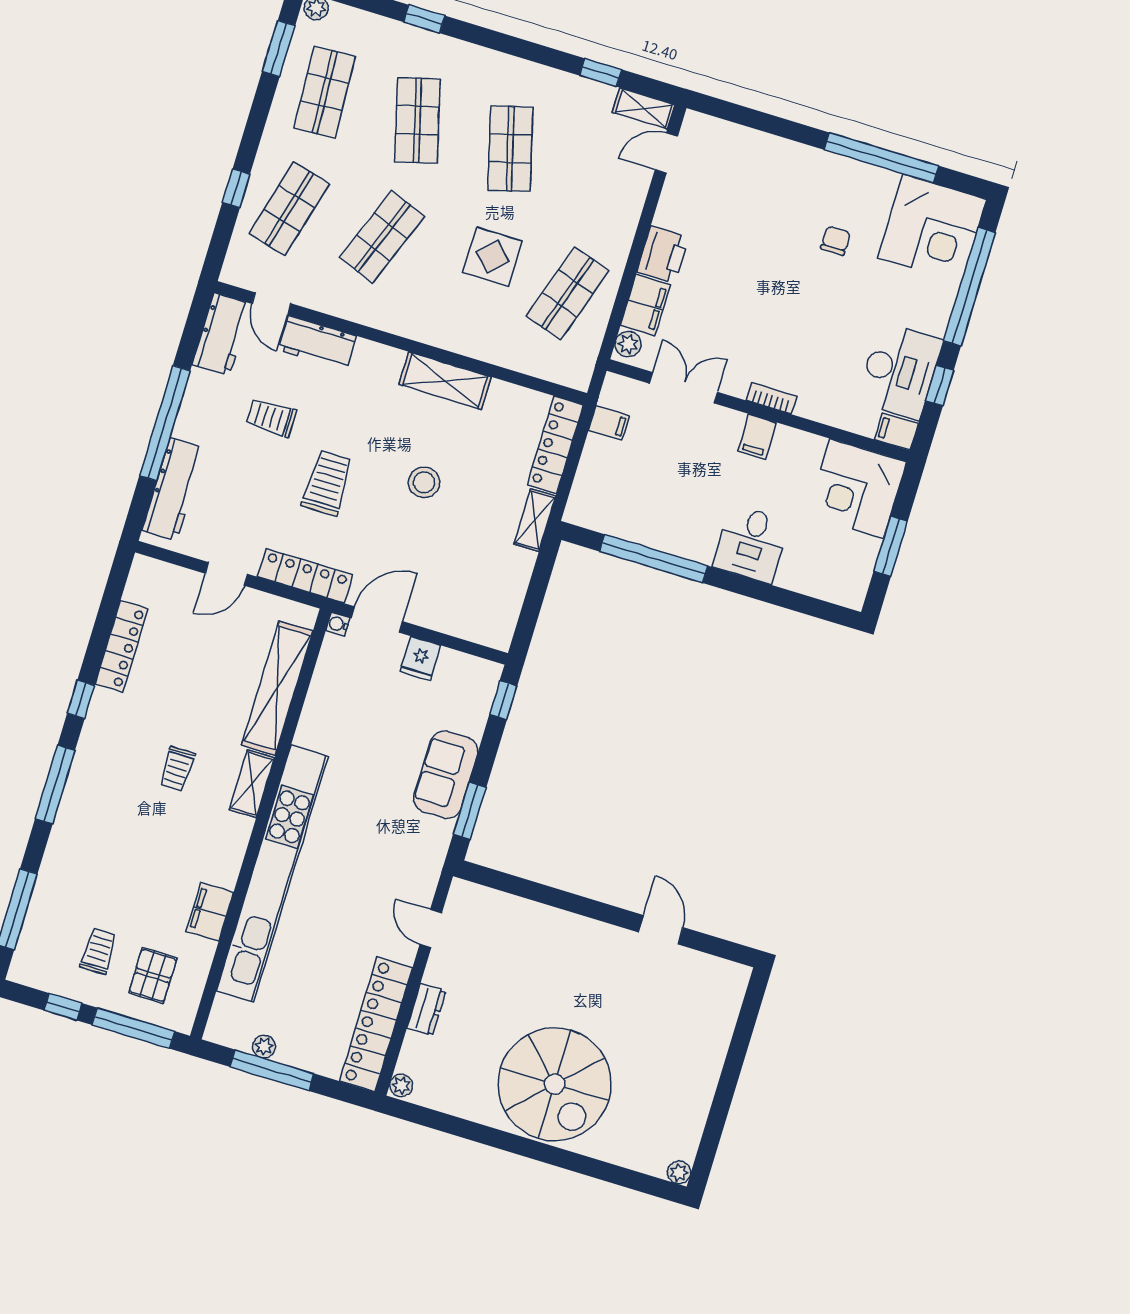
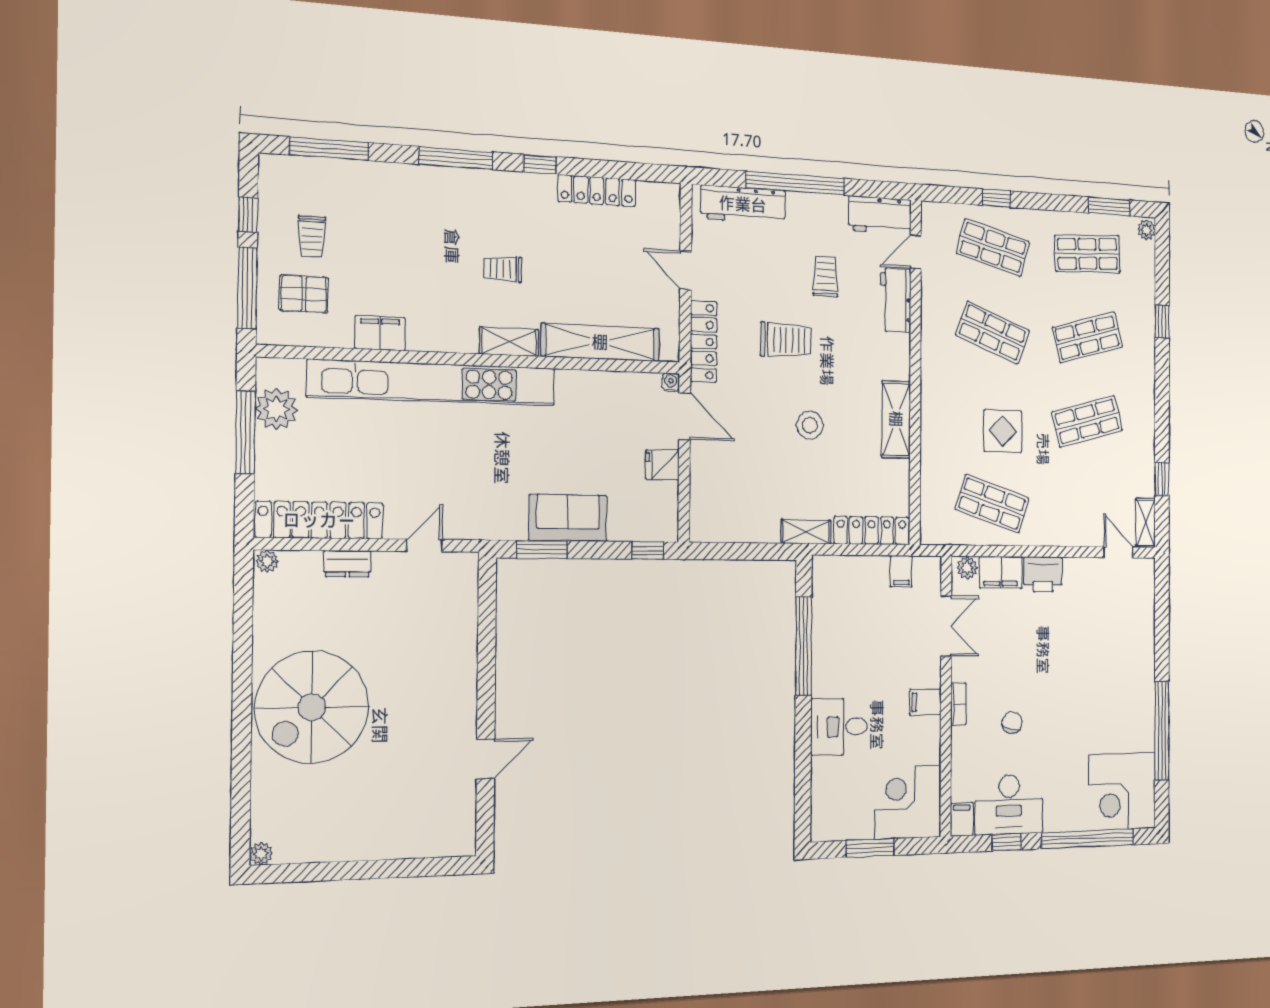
chair: (835, 241) -> (1012, 723), moved, turned -77
trolley: (99, 951) -> (312, 236), turned 90
plant: (264, 1046) -> (276, 409), width x1.88, depth x1.88

